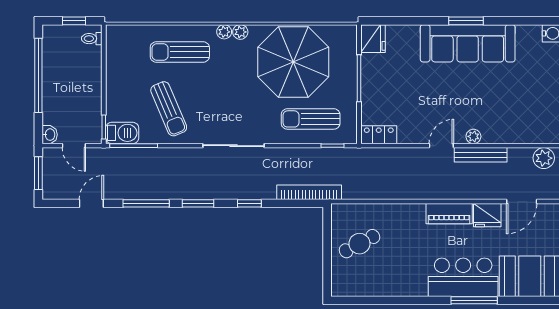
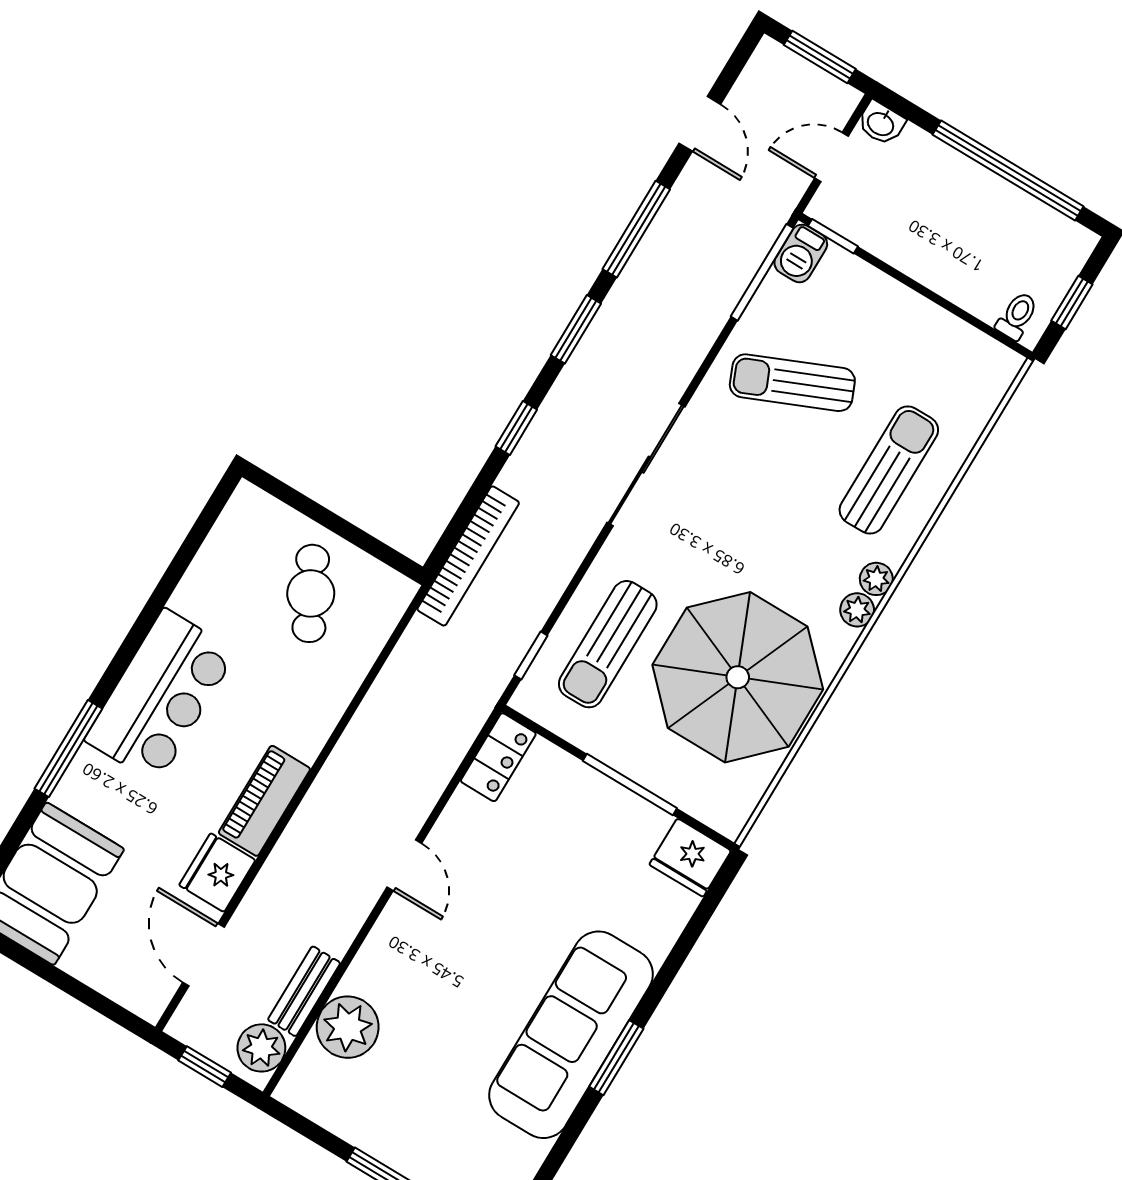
sun lounger: (311, 119) -> (608, 644), turned 180
barbecue: (122, 133) -> (801, 253), width x0.73, depth x0.79
plant: (473, 136) -> (348, 1027), moved, width x1.87, depth x1.87
bench: (481, 155) -> (304, 991), moved, width x0.73
bar counter: (463, 277) -> (161, 696), moved

